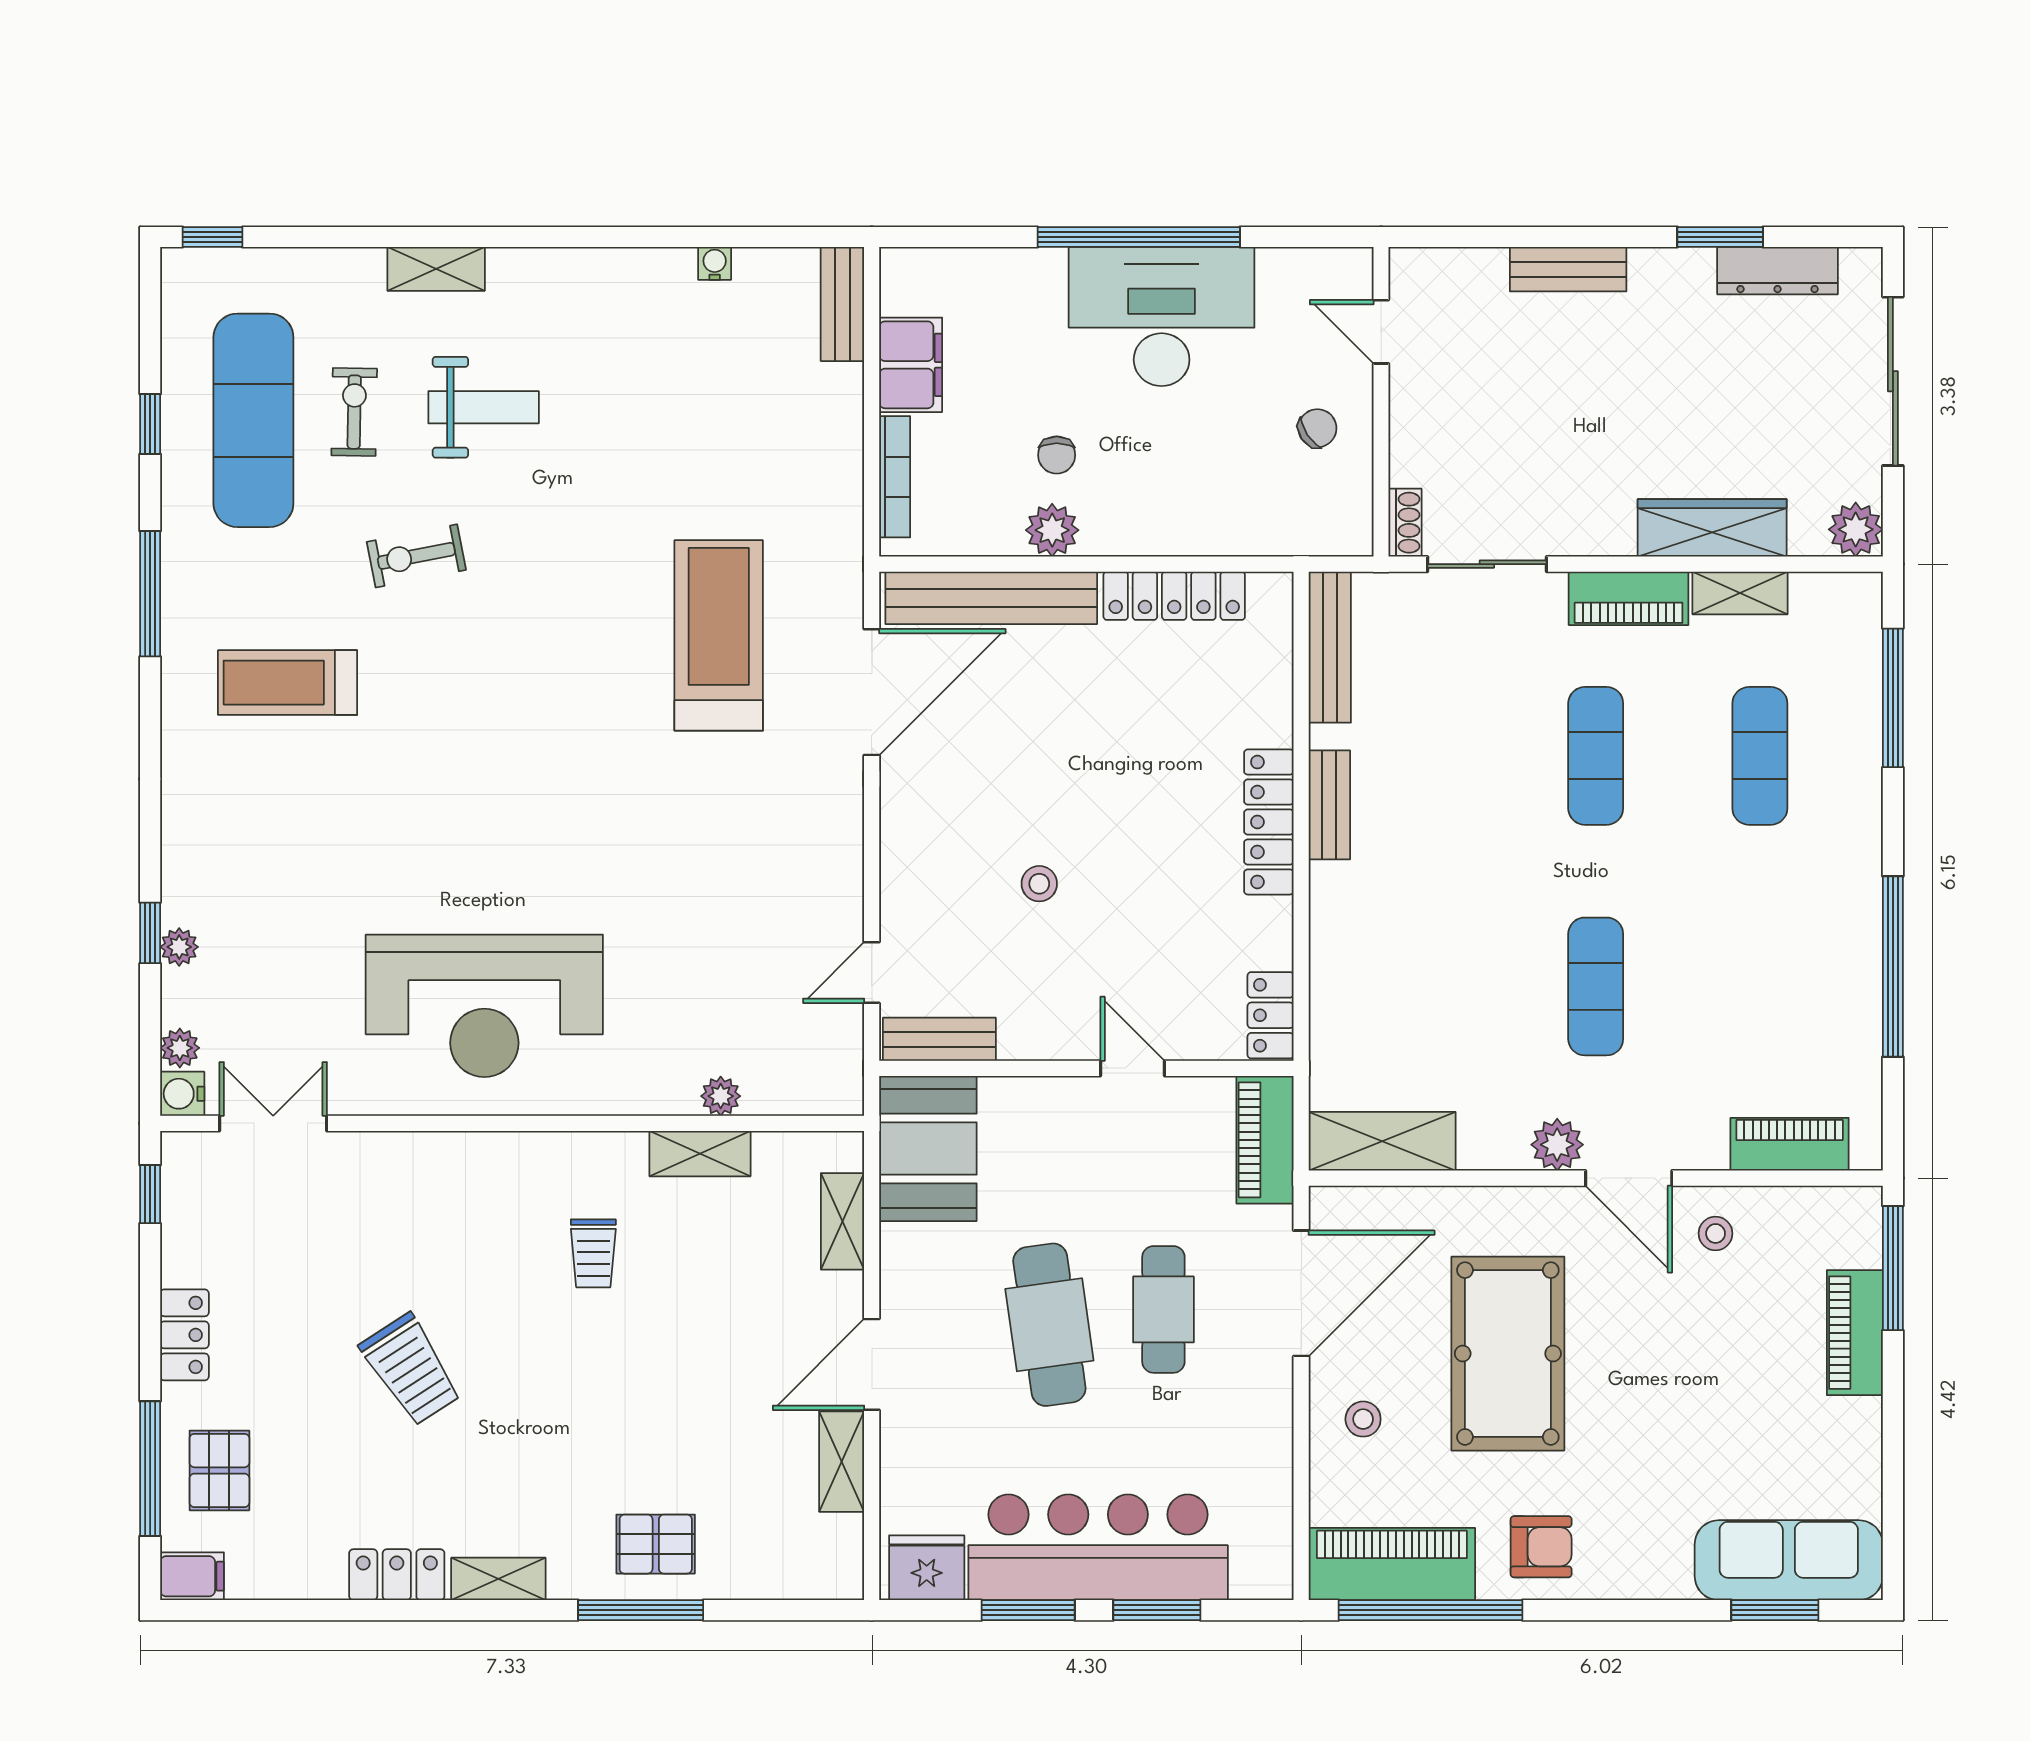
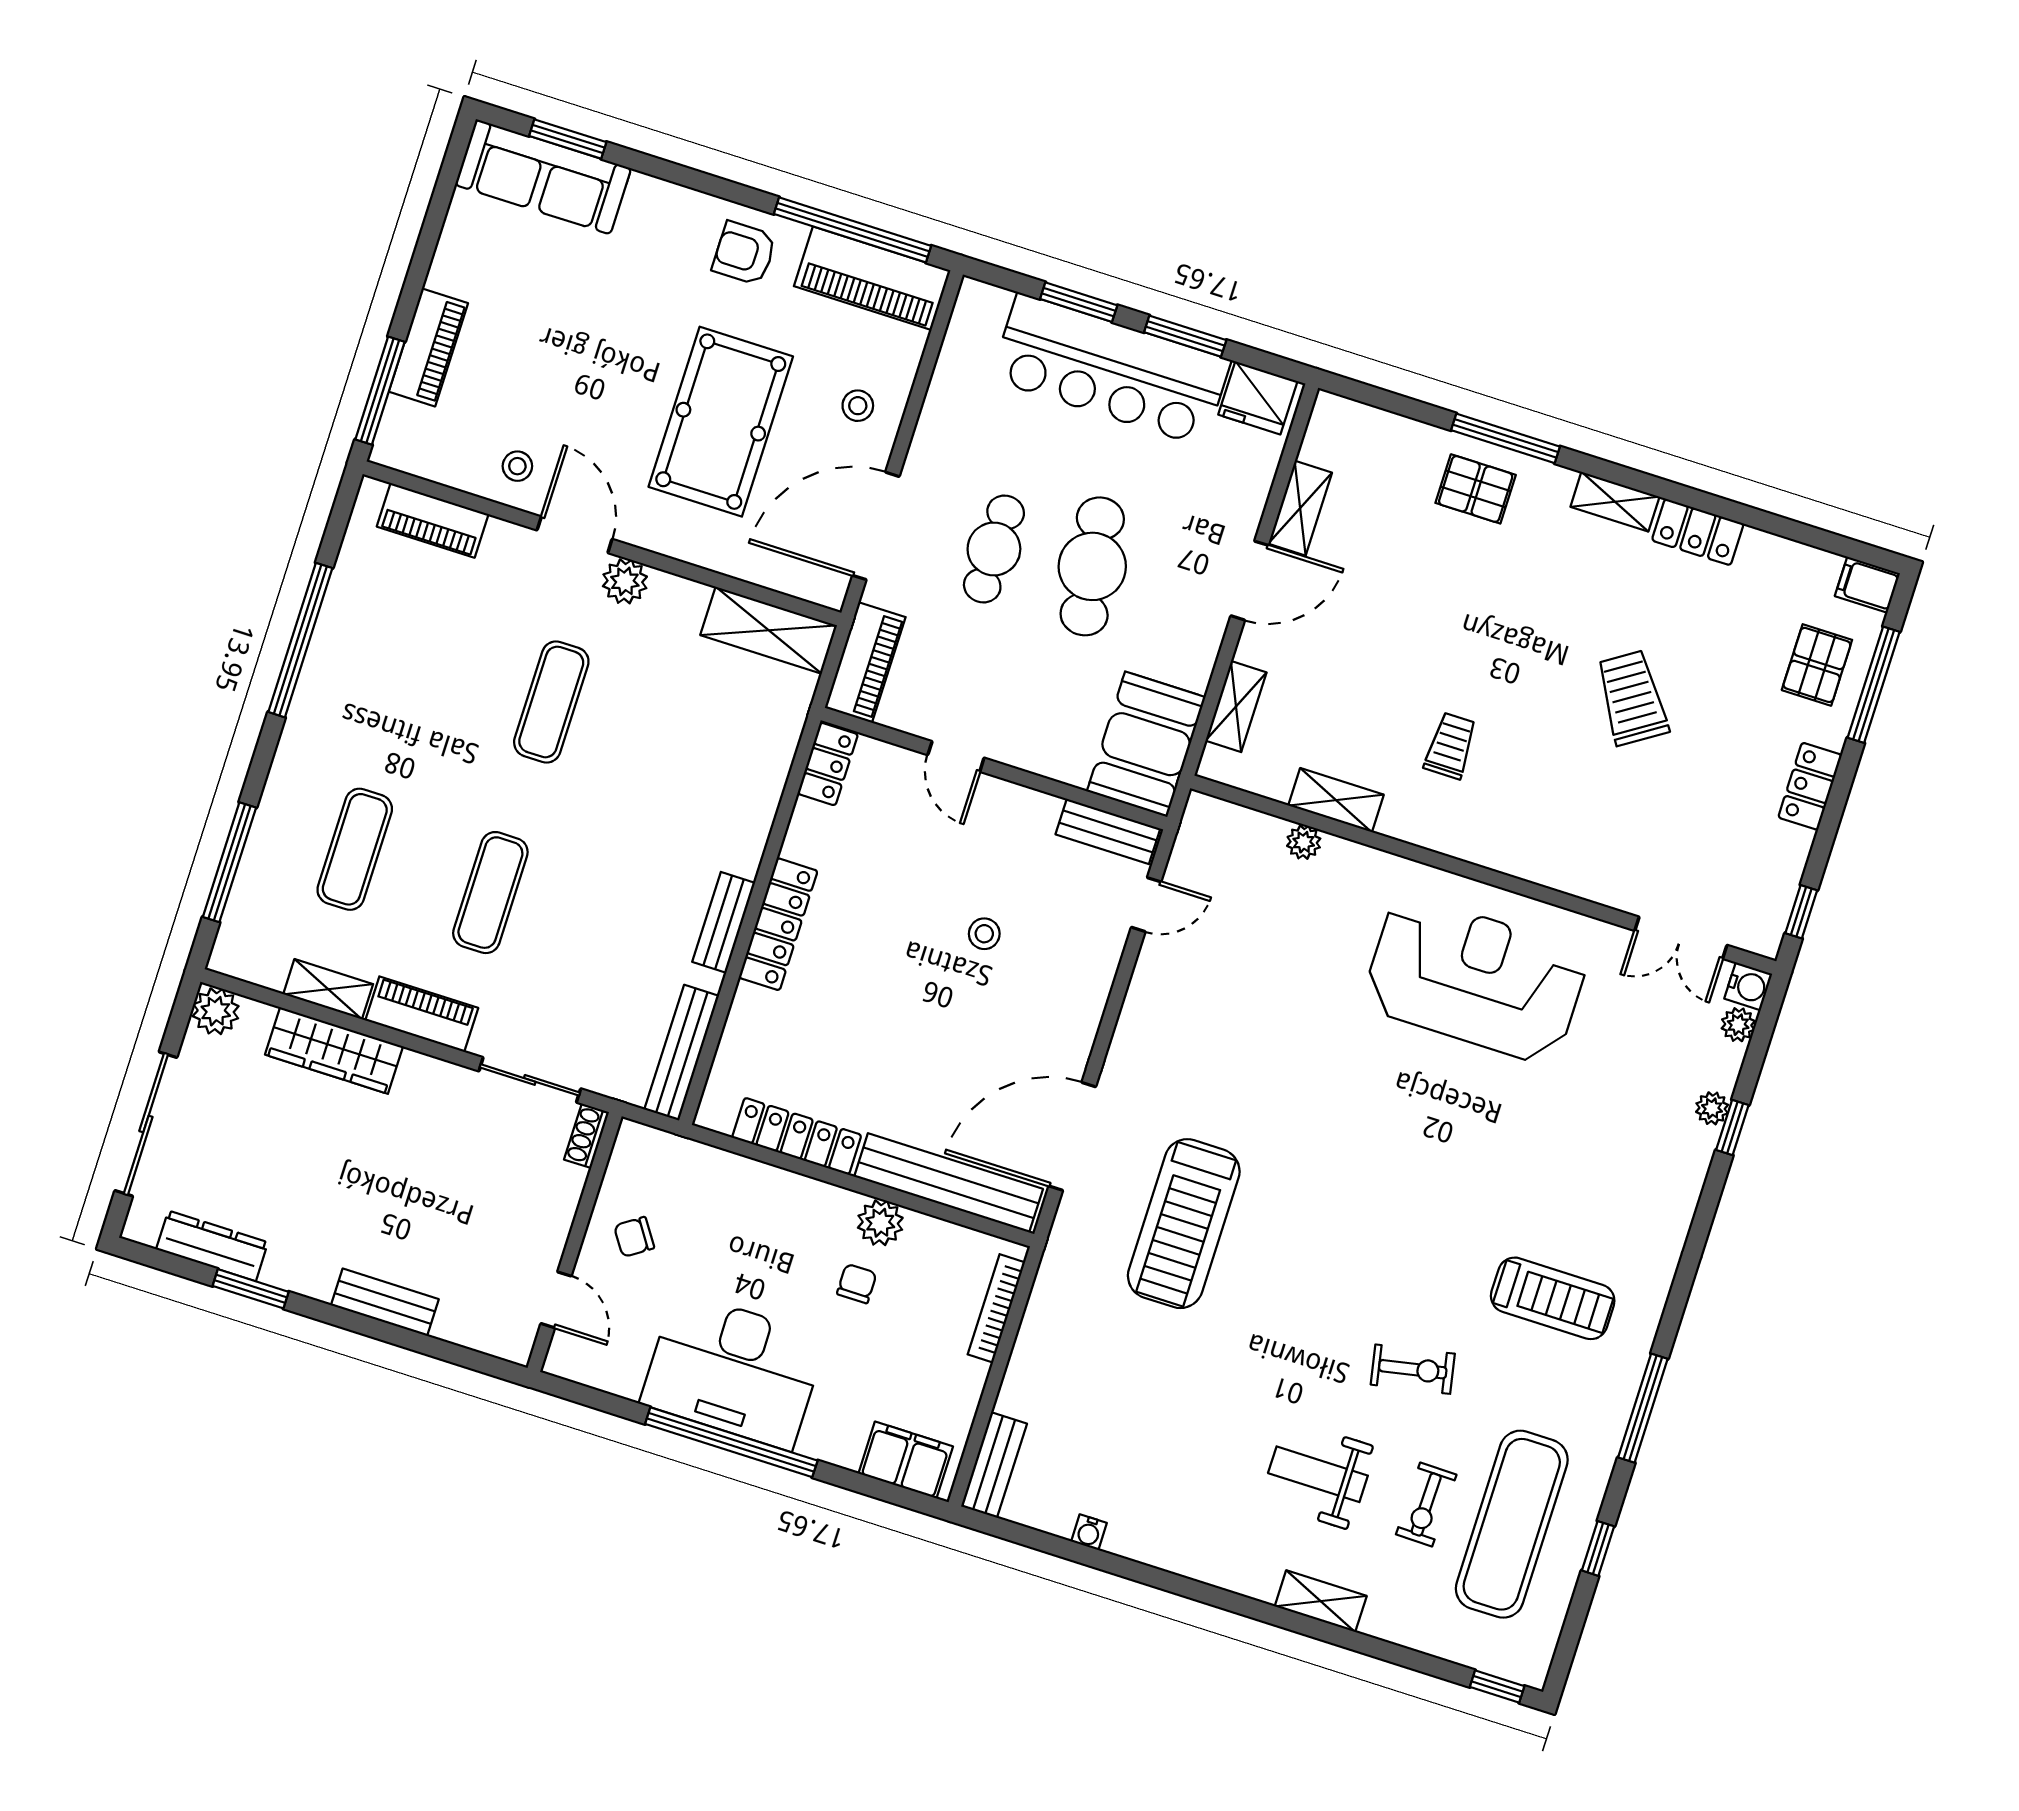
filing cabinet: (911, 365) -> (906, 1460), moved, turned 90

